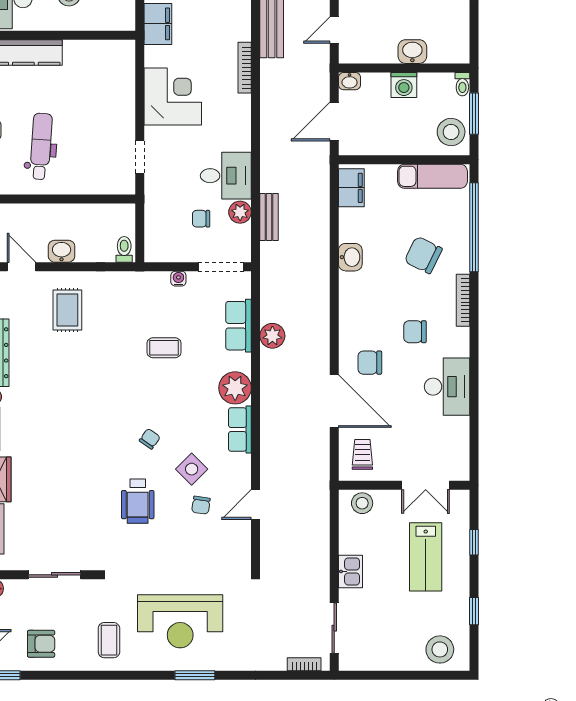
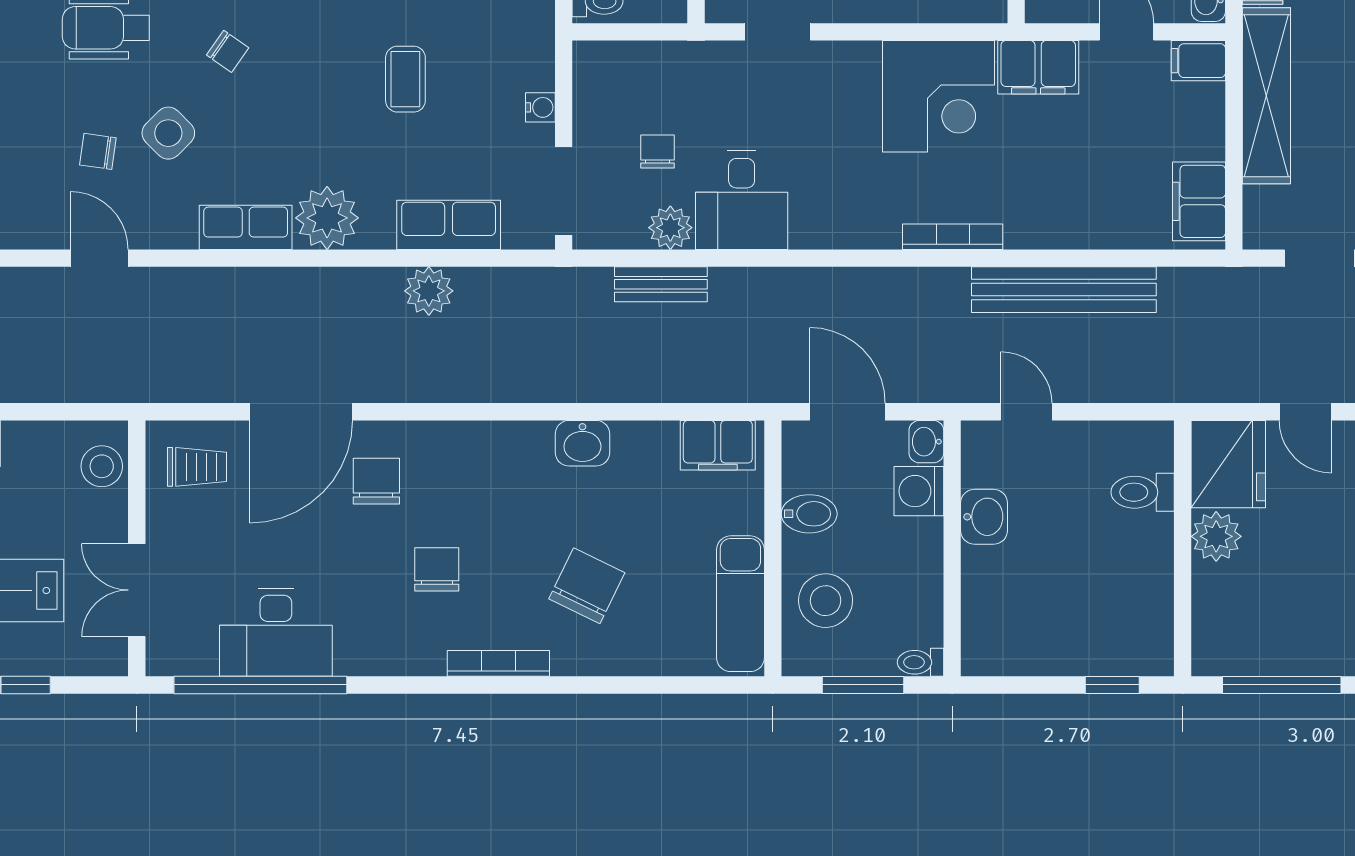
washbasin: (412, 52) -> (984, 517), moved
washing machine: (404, 85) -> (919, 491), moved
corner desk: (173, 96) -> (939, 96), moved
stool: (451, 132) -> (826, 601), moved
bidet: (386, 141) -> (809, 514), added
window: (474, 227) -> (260, 685), moved
desk: (447, 387) -> (276, 632), moved

